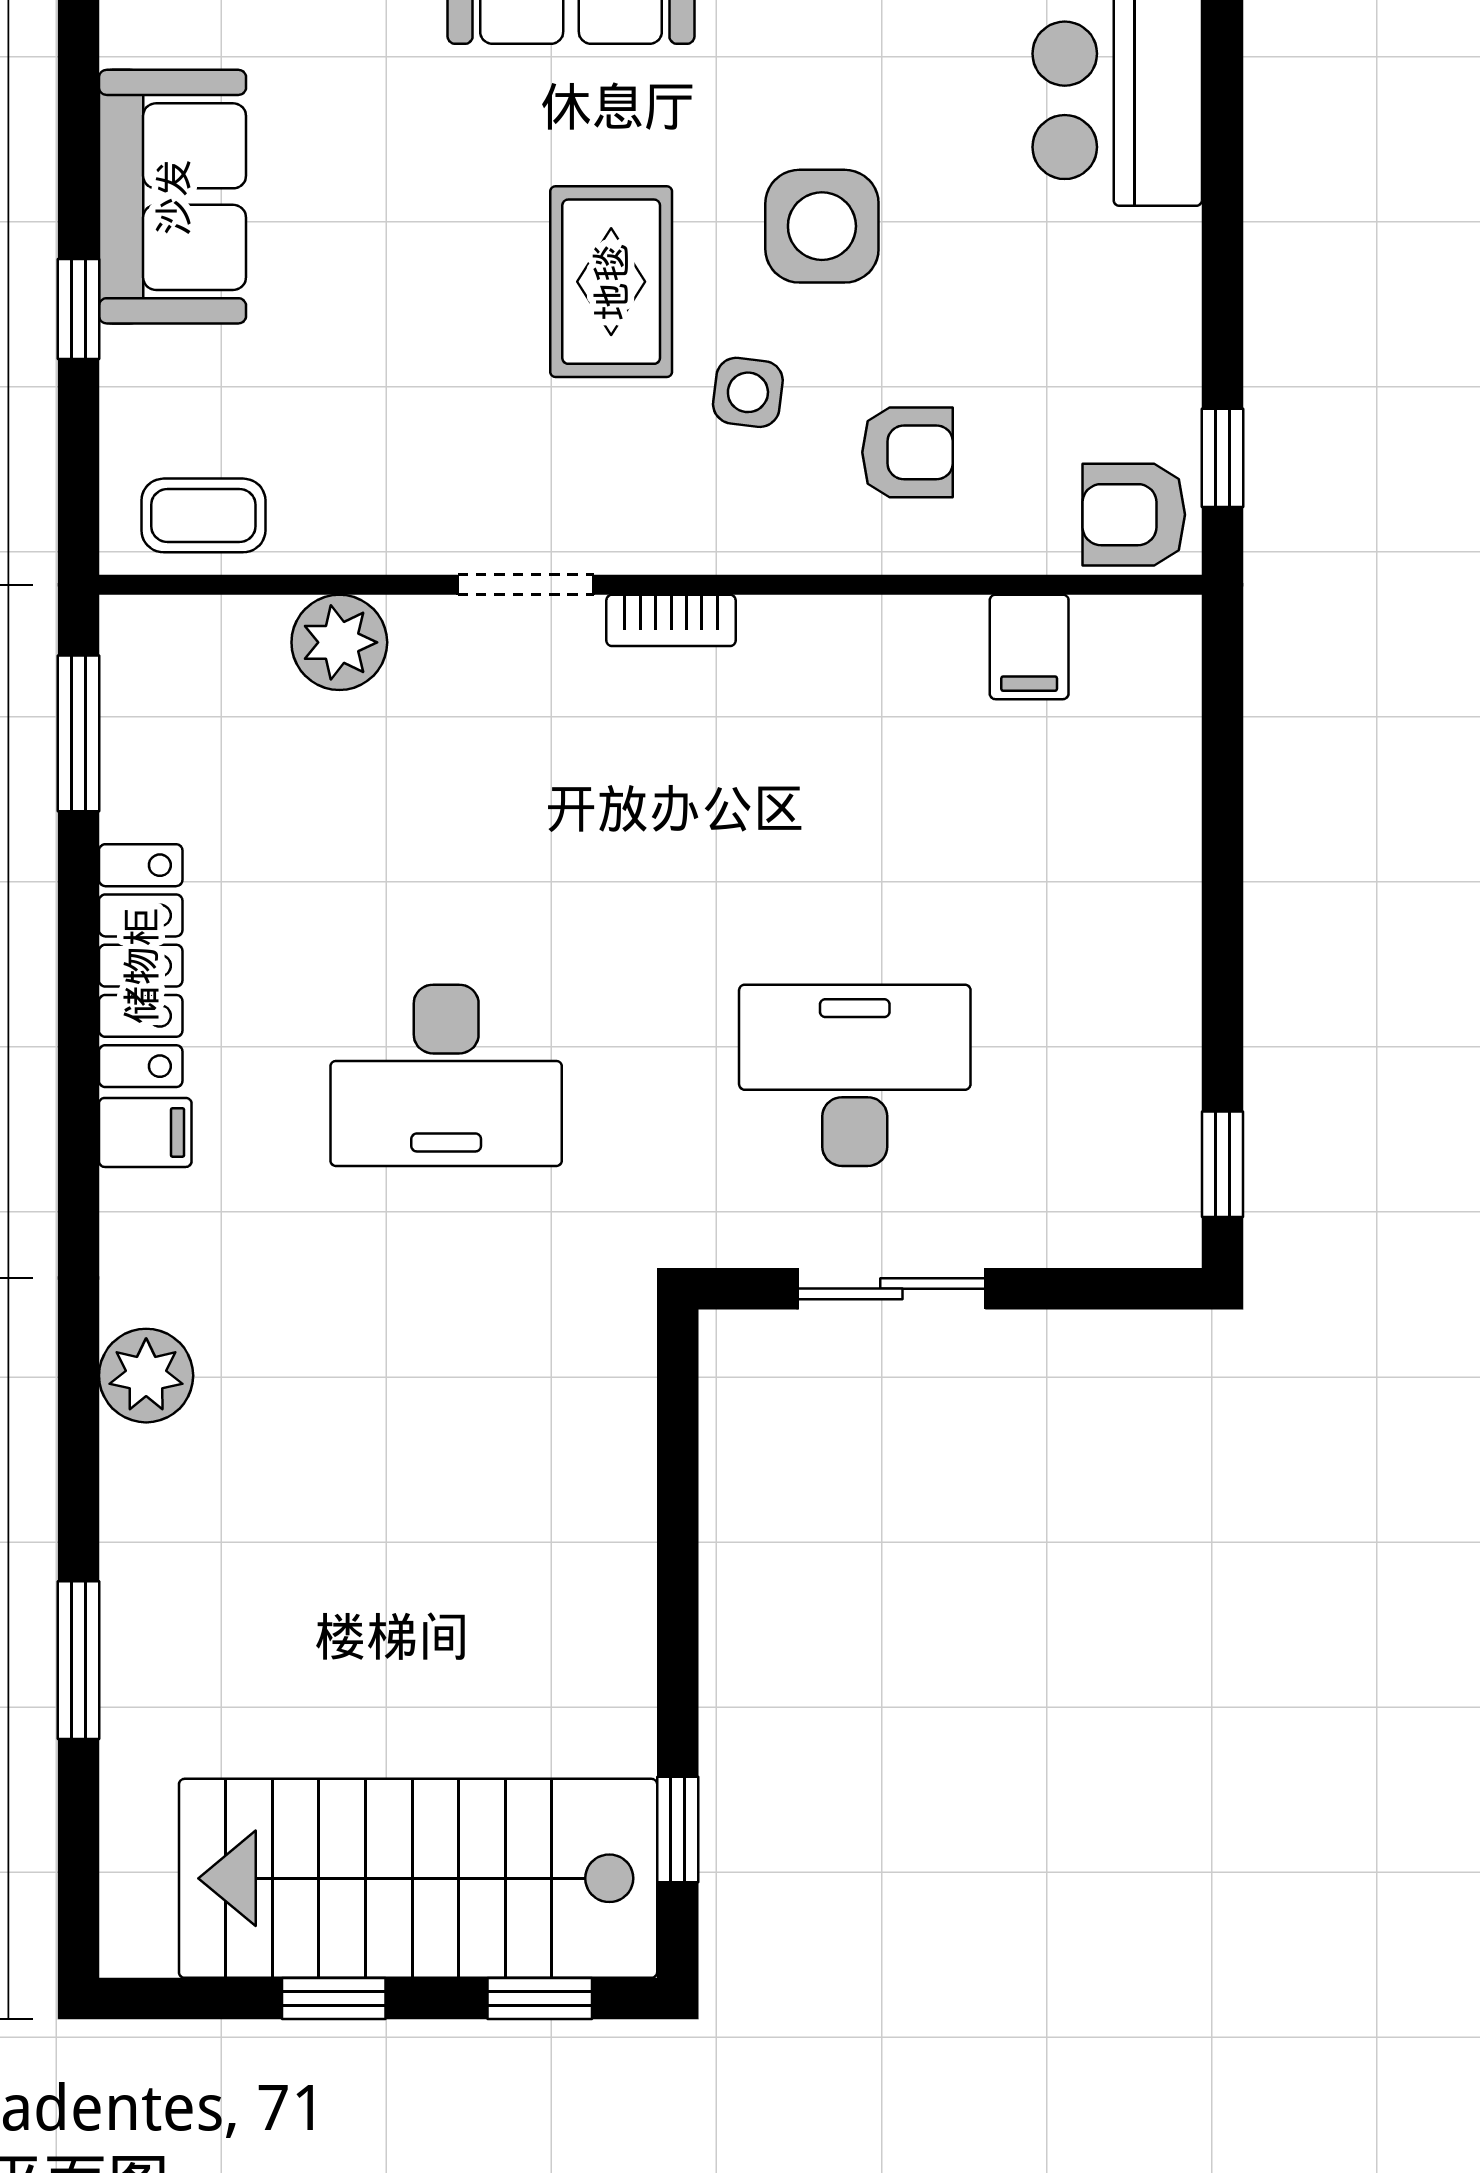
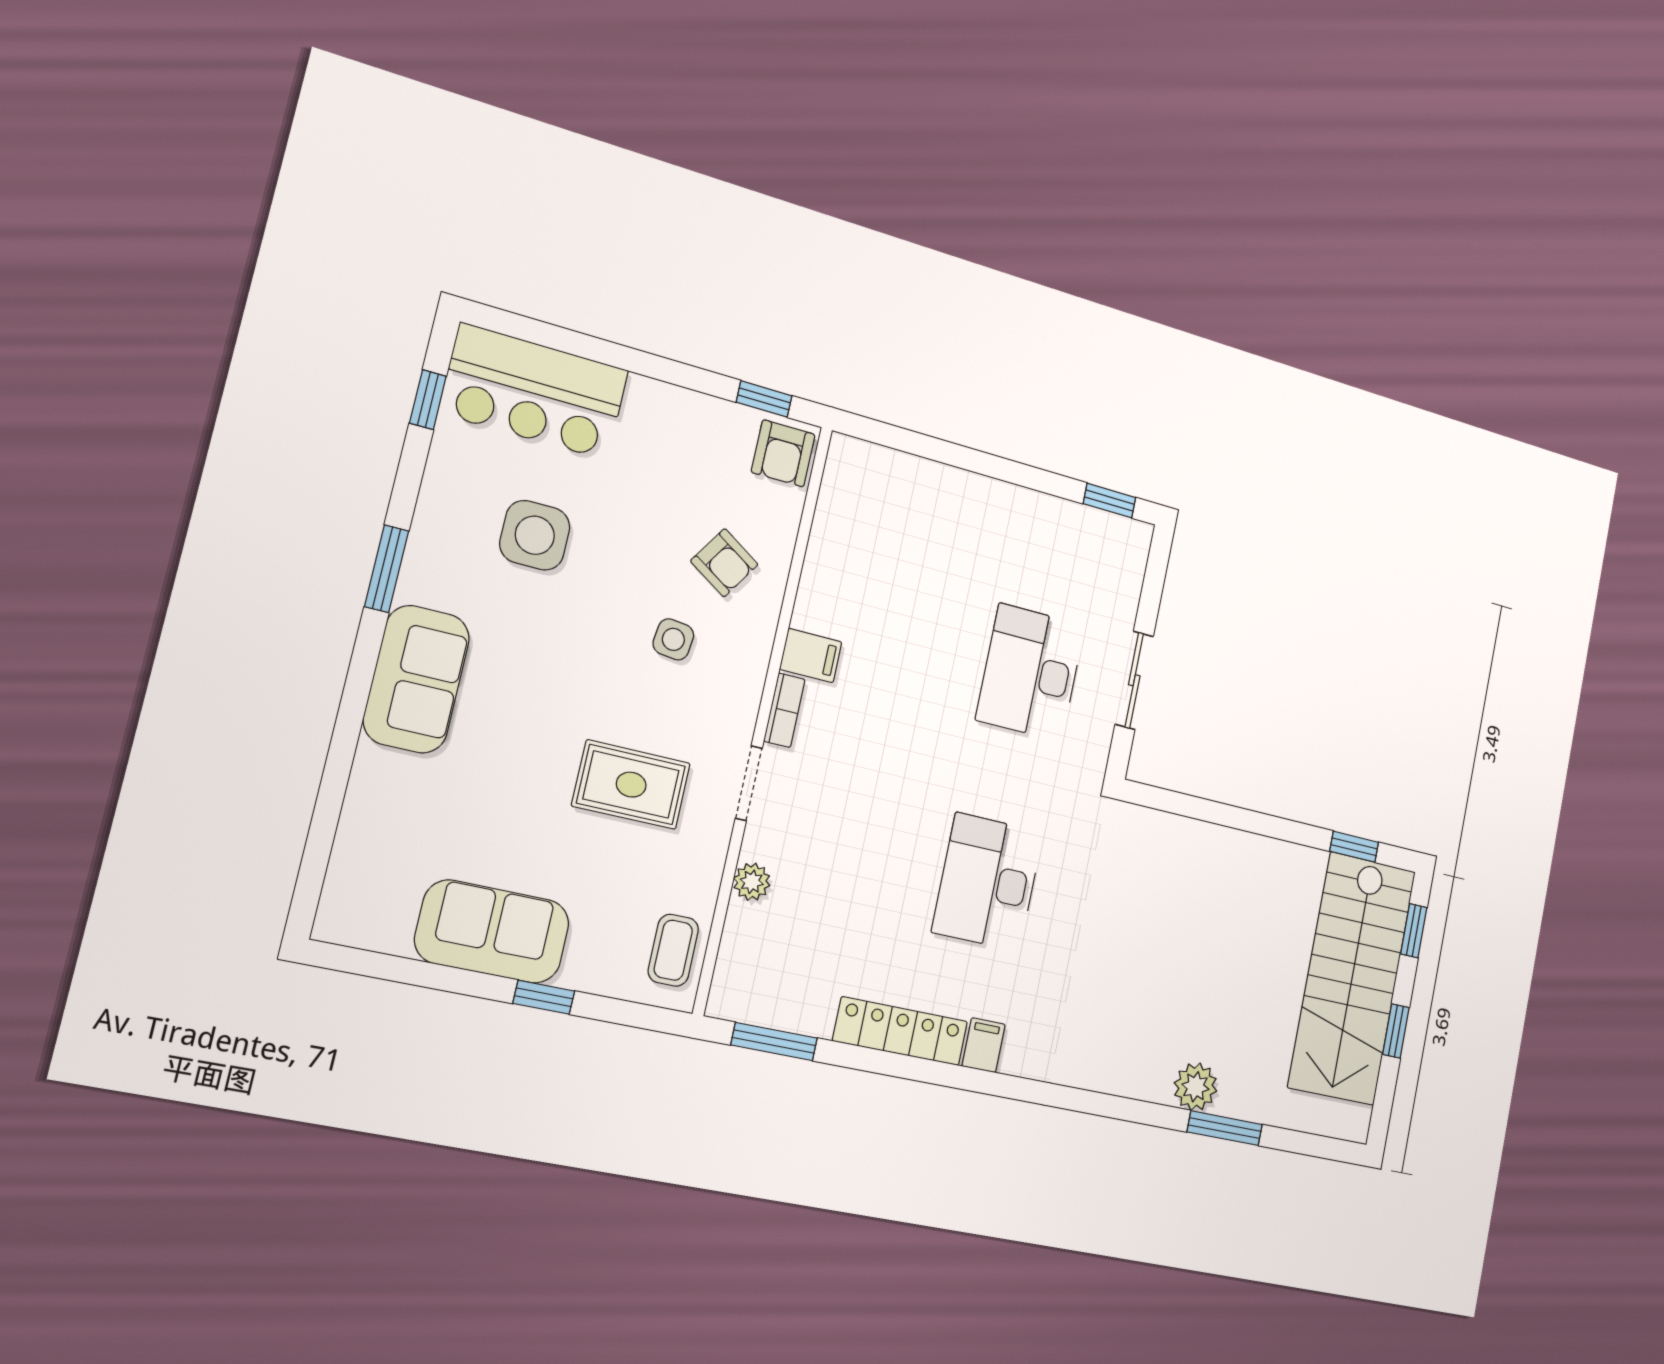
side table: (822, 226) -> (535, 535), moved
rug: (611, 282) -> (631, 785), moved
armchair: (908, 452) -> (724, 563), turned 123
plant: (339, 642) -> (752, 882), width x0.73, depth x0.73
filing cabinet: (1029, 647) -> (811, 656), moved
desk: (446, 1075) -> (988, 882), turned 180
plant: (146, 1376) -> (1196, 1087), moved

